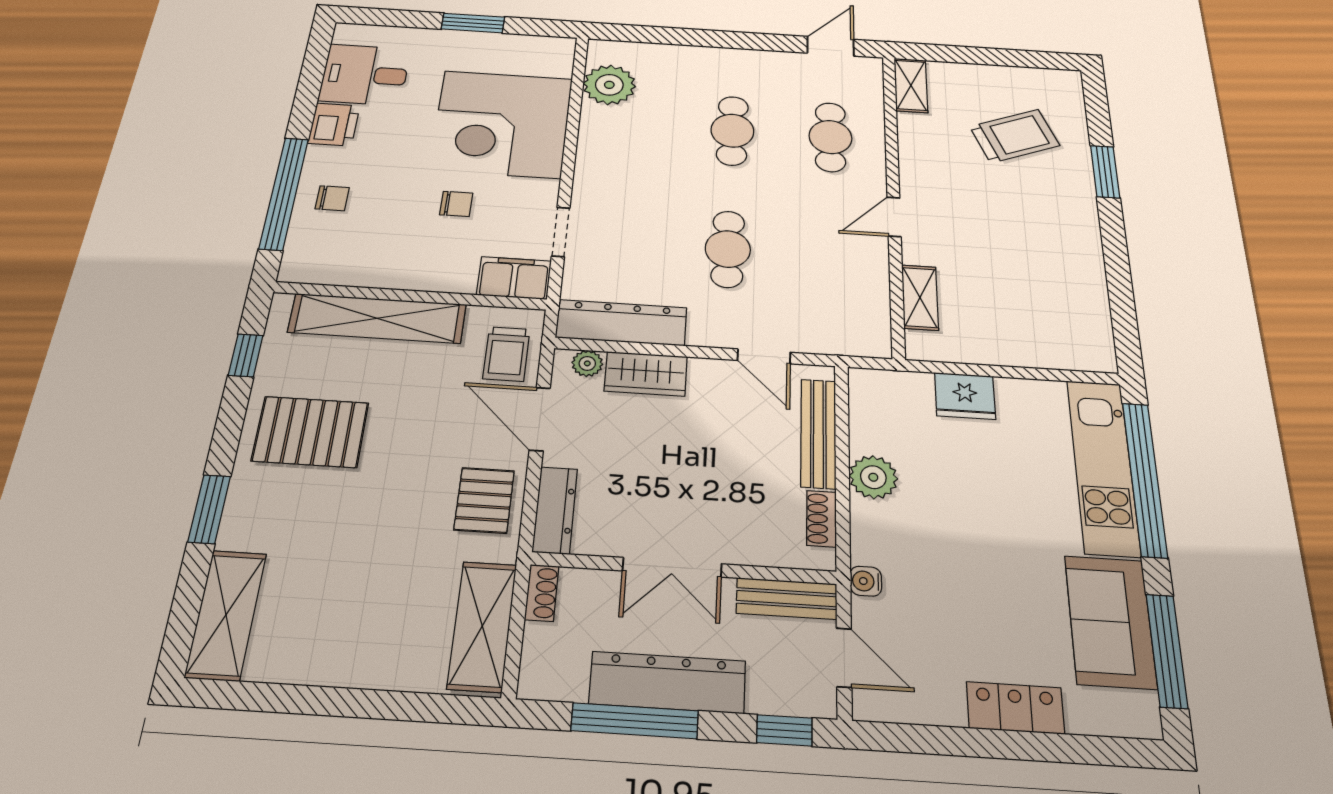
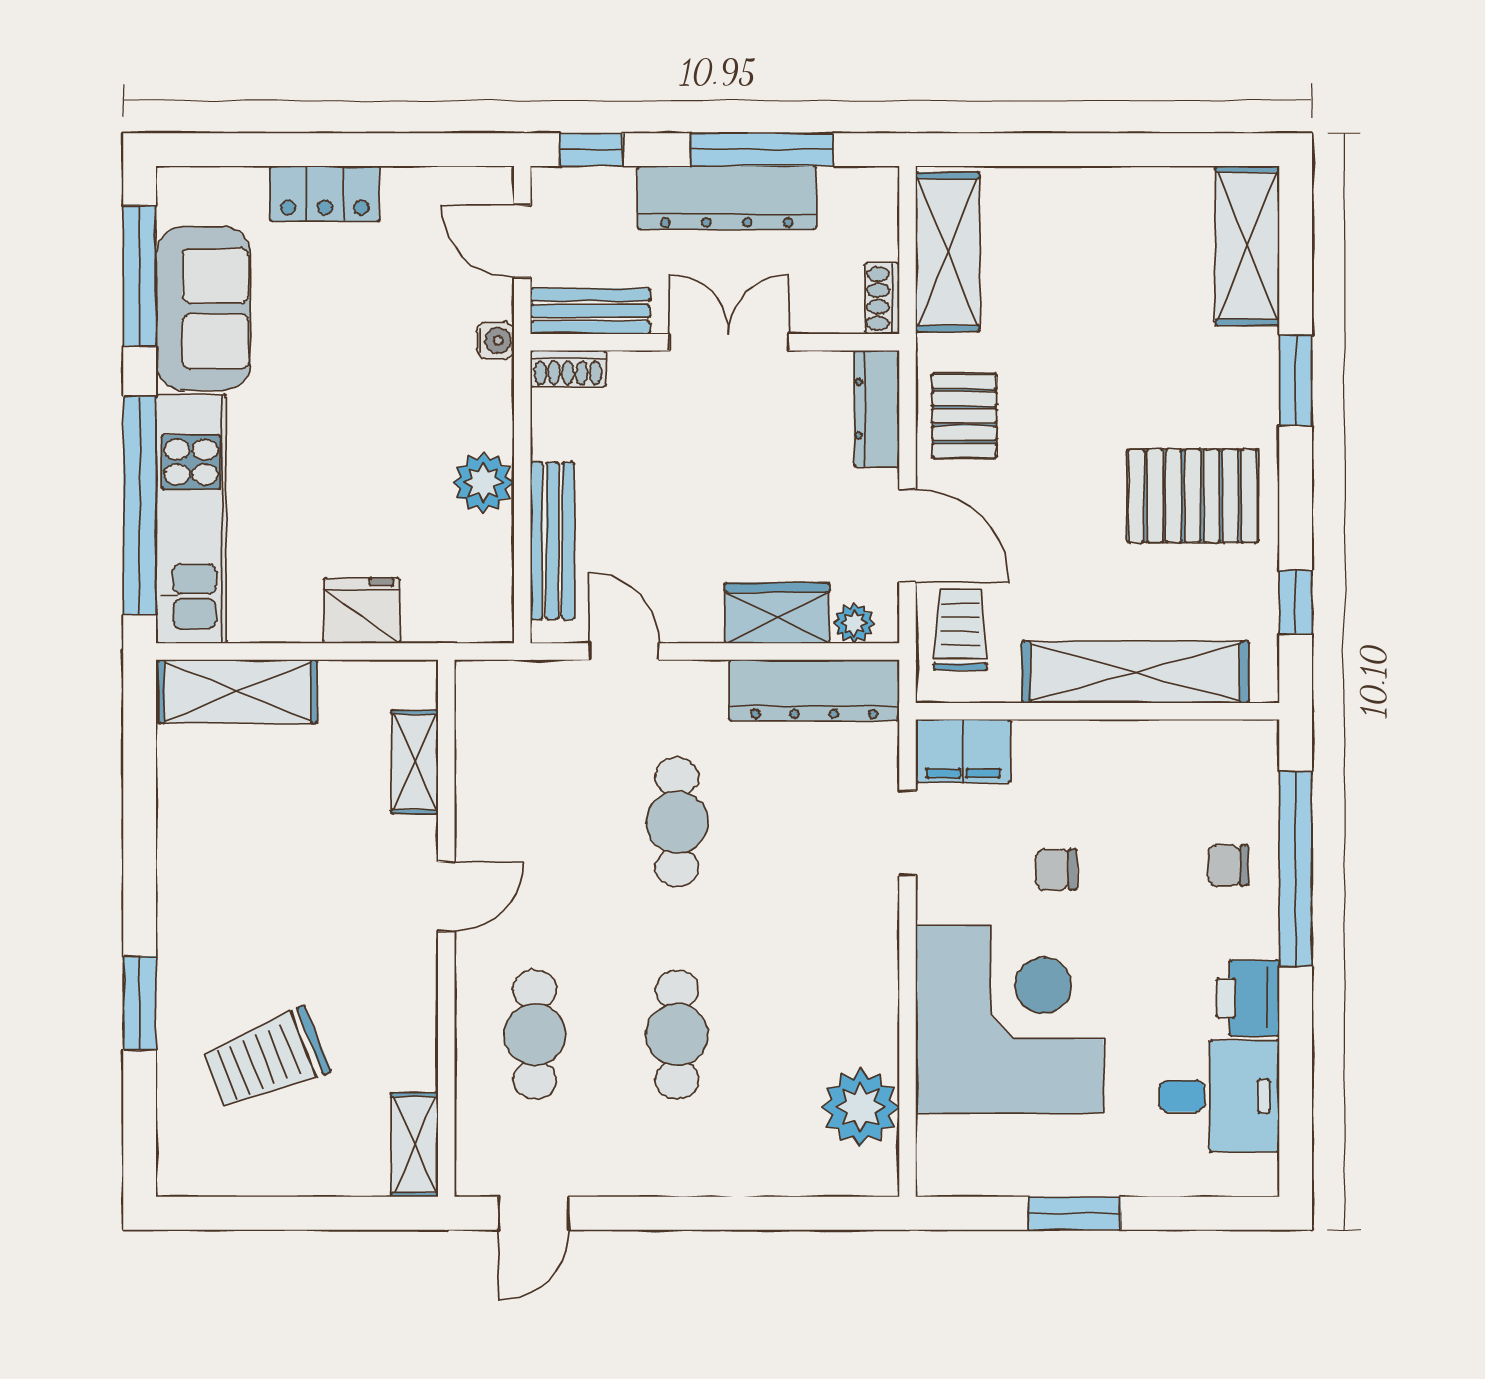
shelving: (1055, 350) -> (238, 692), added
shoe rack: (821, 519) -> (568, 369), moved, turned 90

